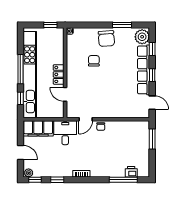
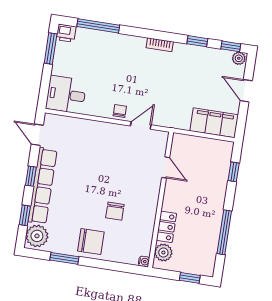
window: (50, 25) -> (190, 278), moved
plant: (58, 39) -> (163, 253), added
chair: (106, 39) -> (91, 242), turned 94
window: (20, 69) -> (224, 232), moved
locker: (59, 74) -> (166, 227), moved
kitchen unit: (30, 75) -> (214, 205), removed
desk: (65, 133) -> (66, 95), moved, turned 90
window: (152, 139) -> (51, 48), moved
printer: (131, 172) -> (66, 33), moved

